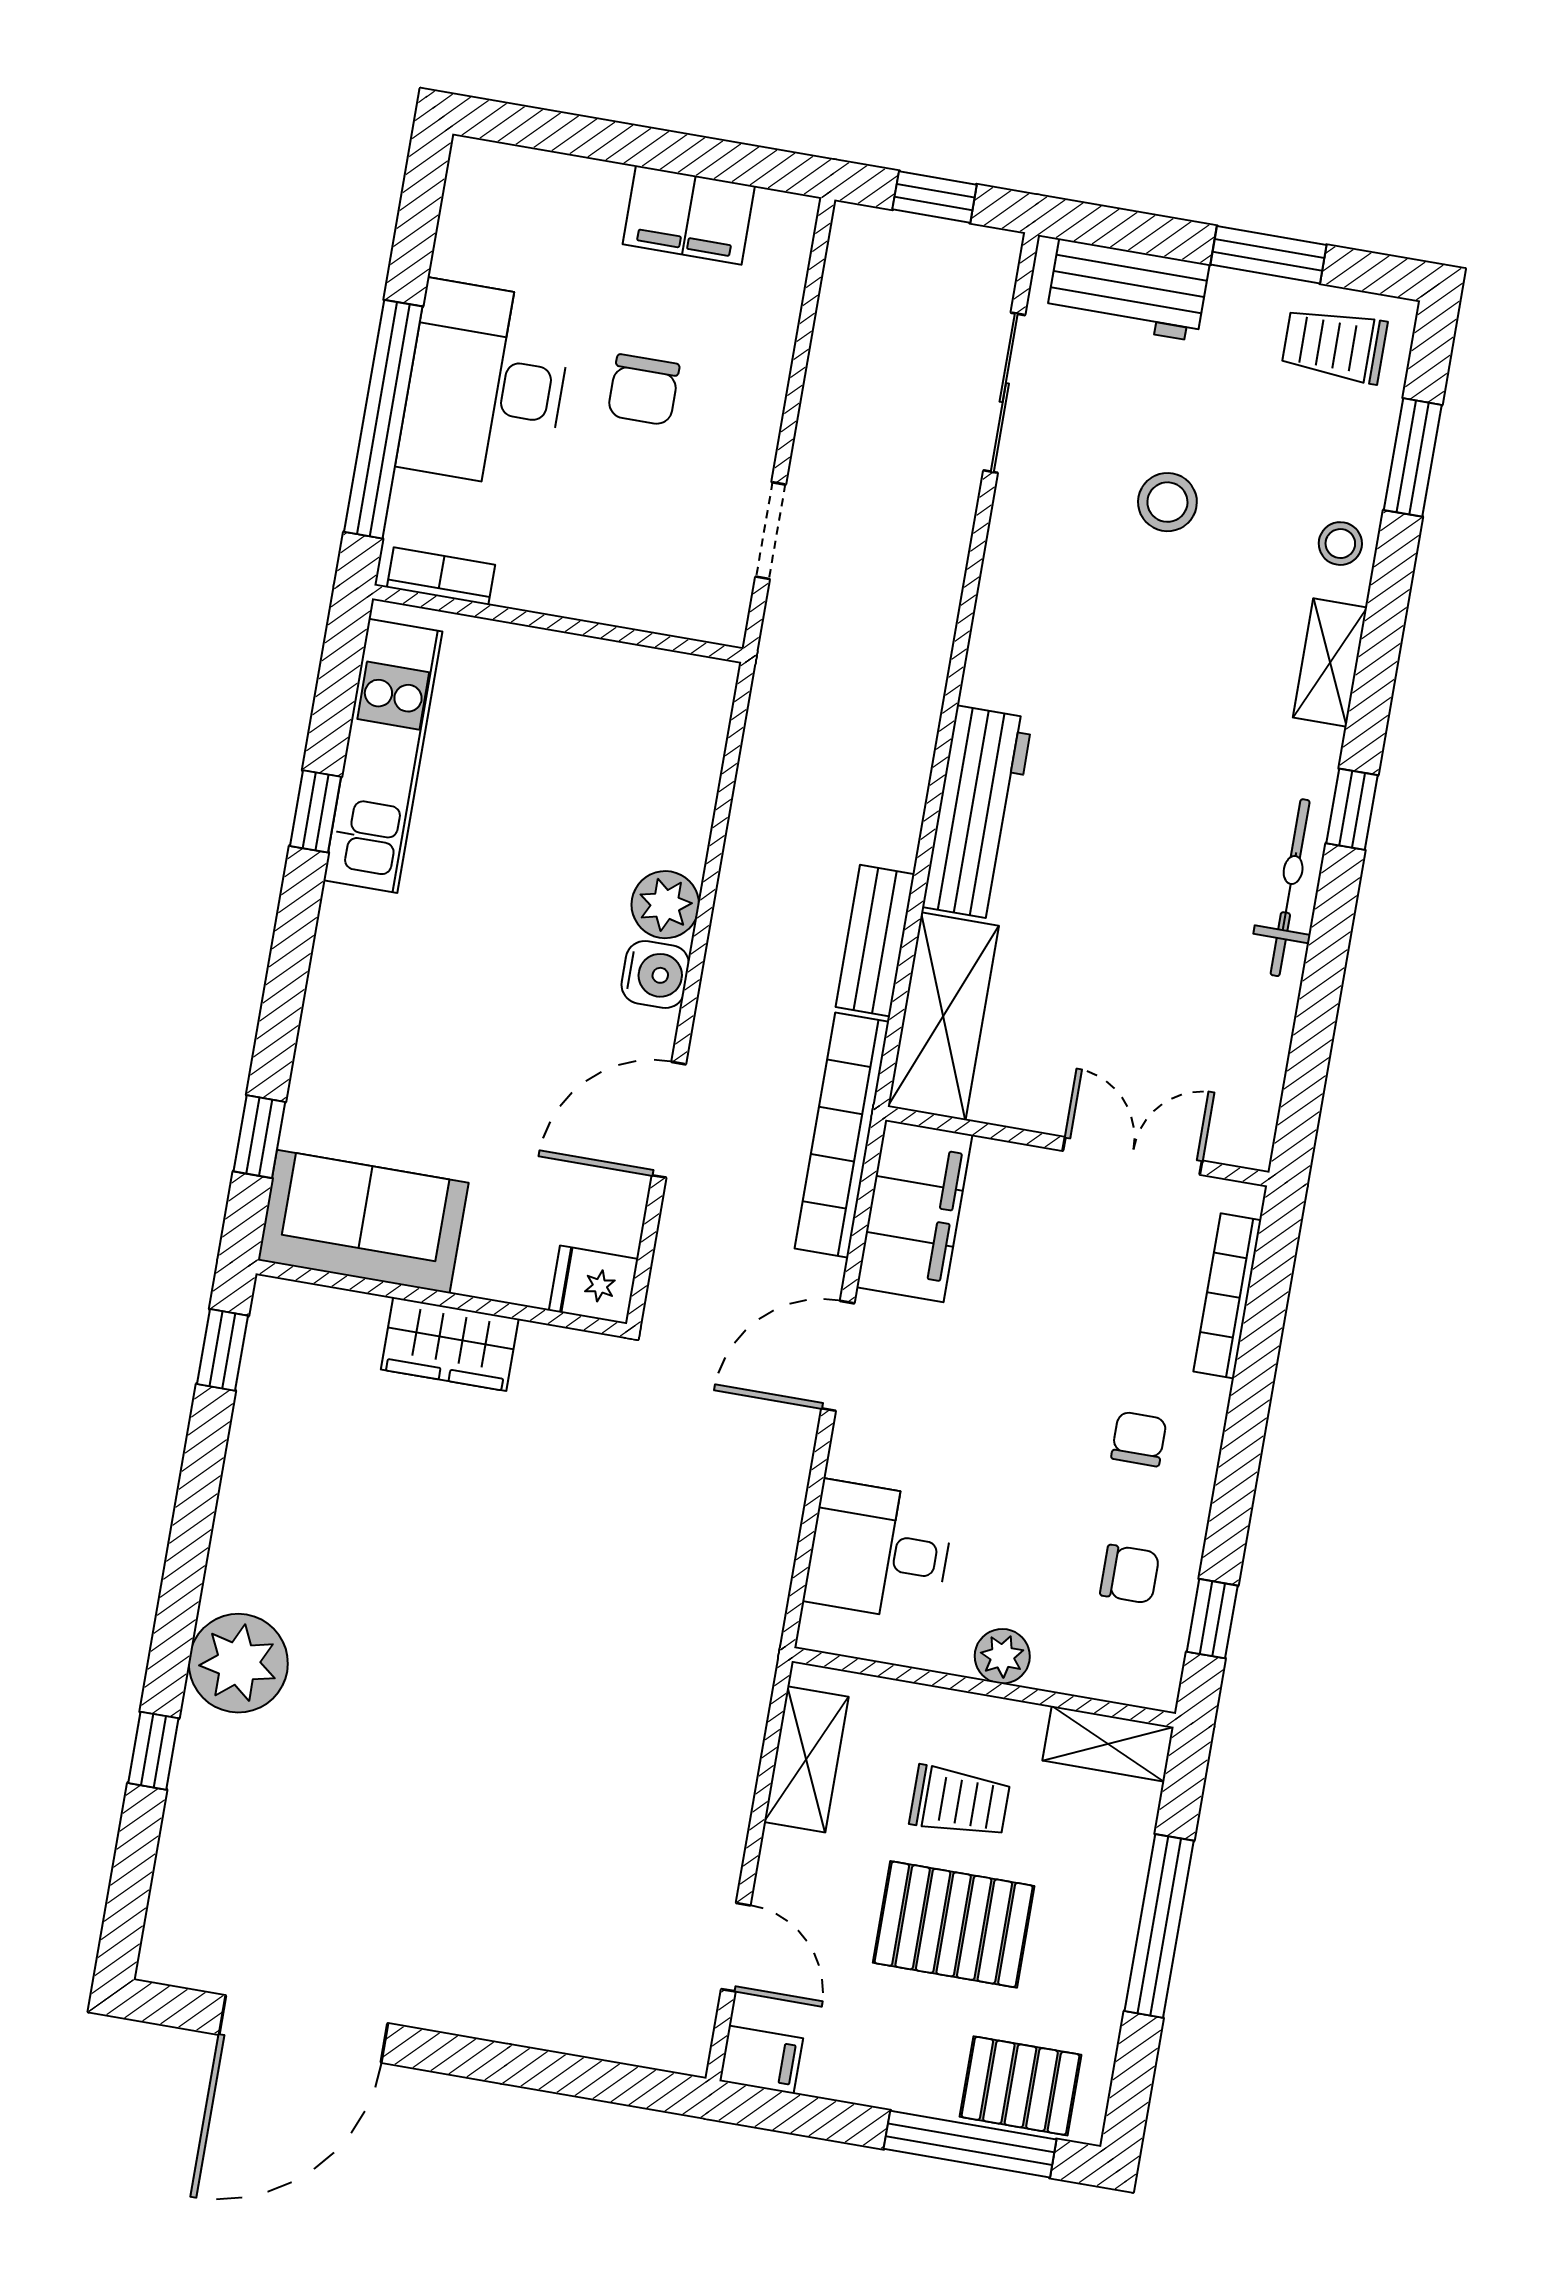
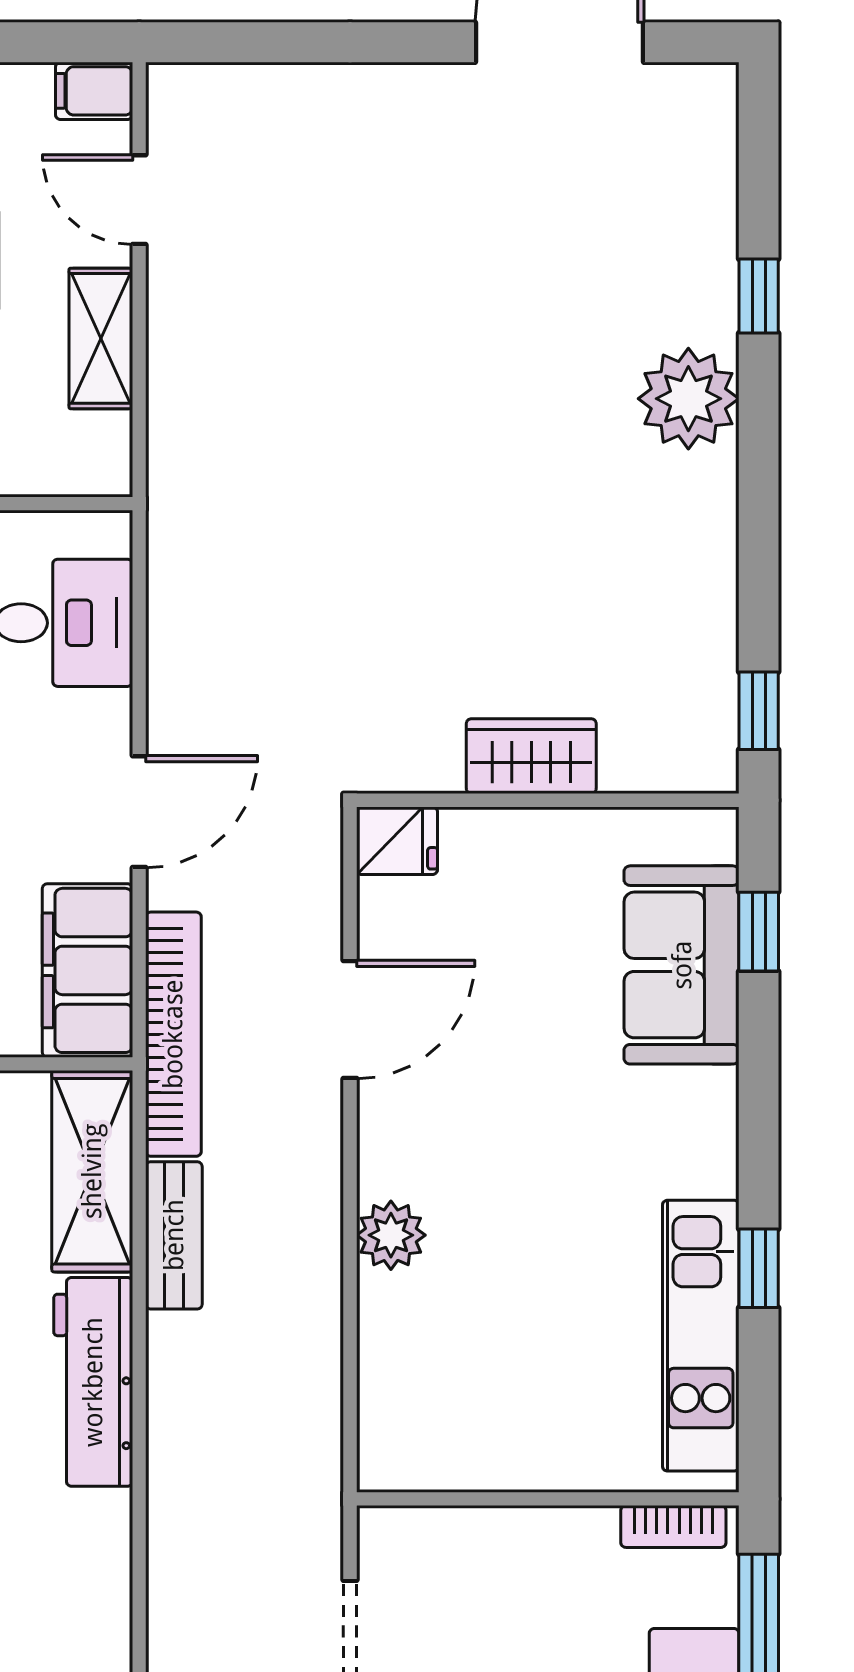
water cooler: (655, 974) -> (389, 1163), removed
sofa: (363, 1222) -> (682, 965), moved, turned 90
shelving: (806, 1759) -> (101, 338), moved

